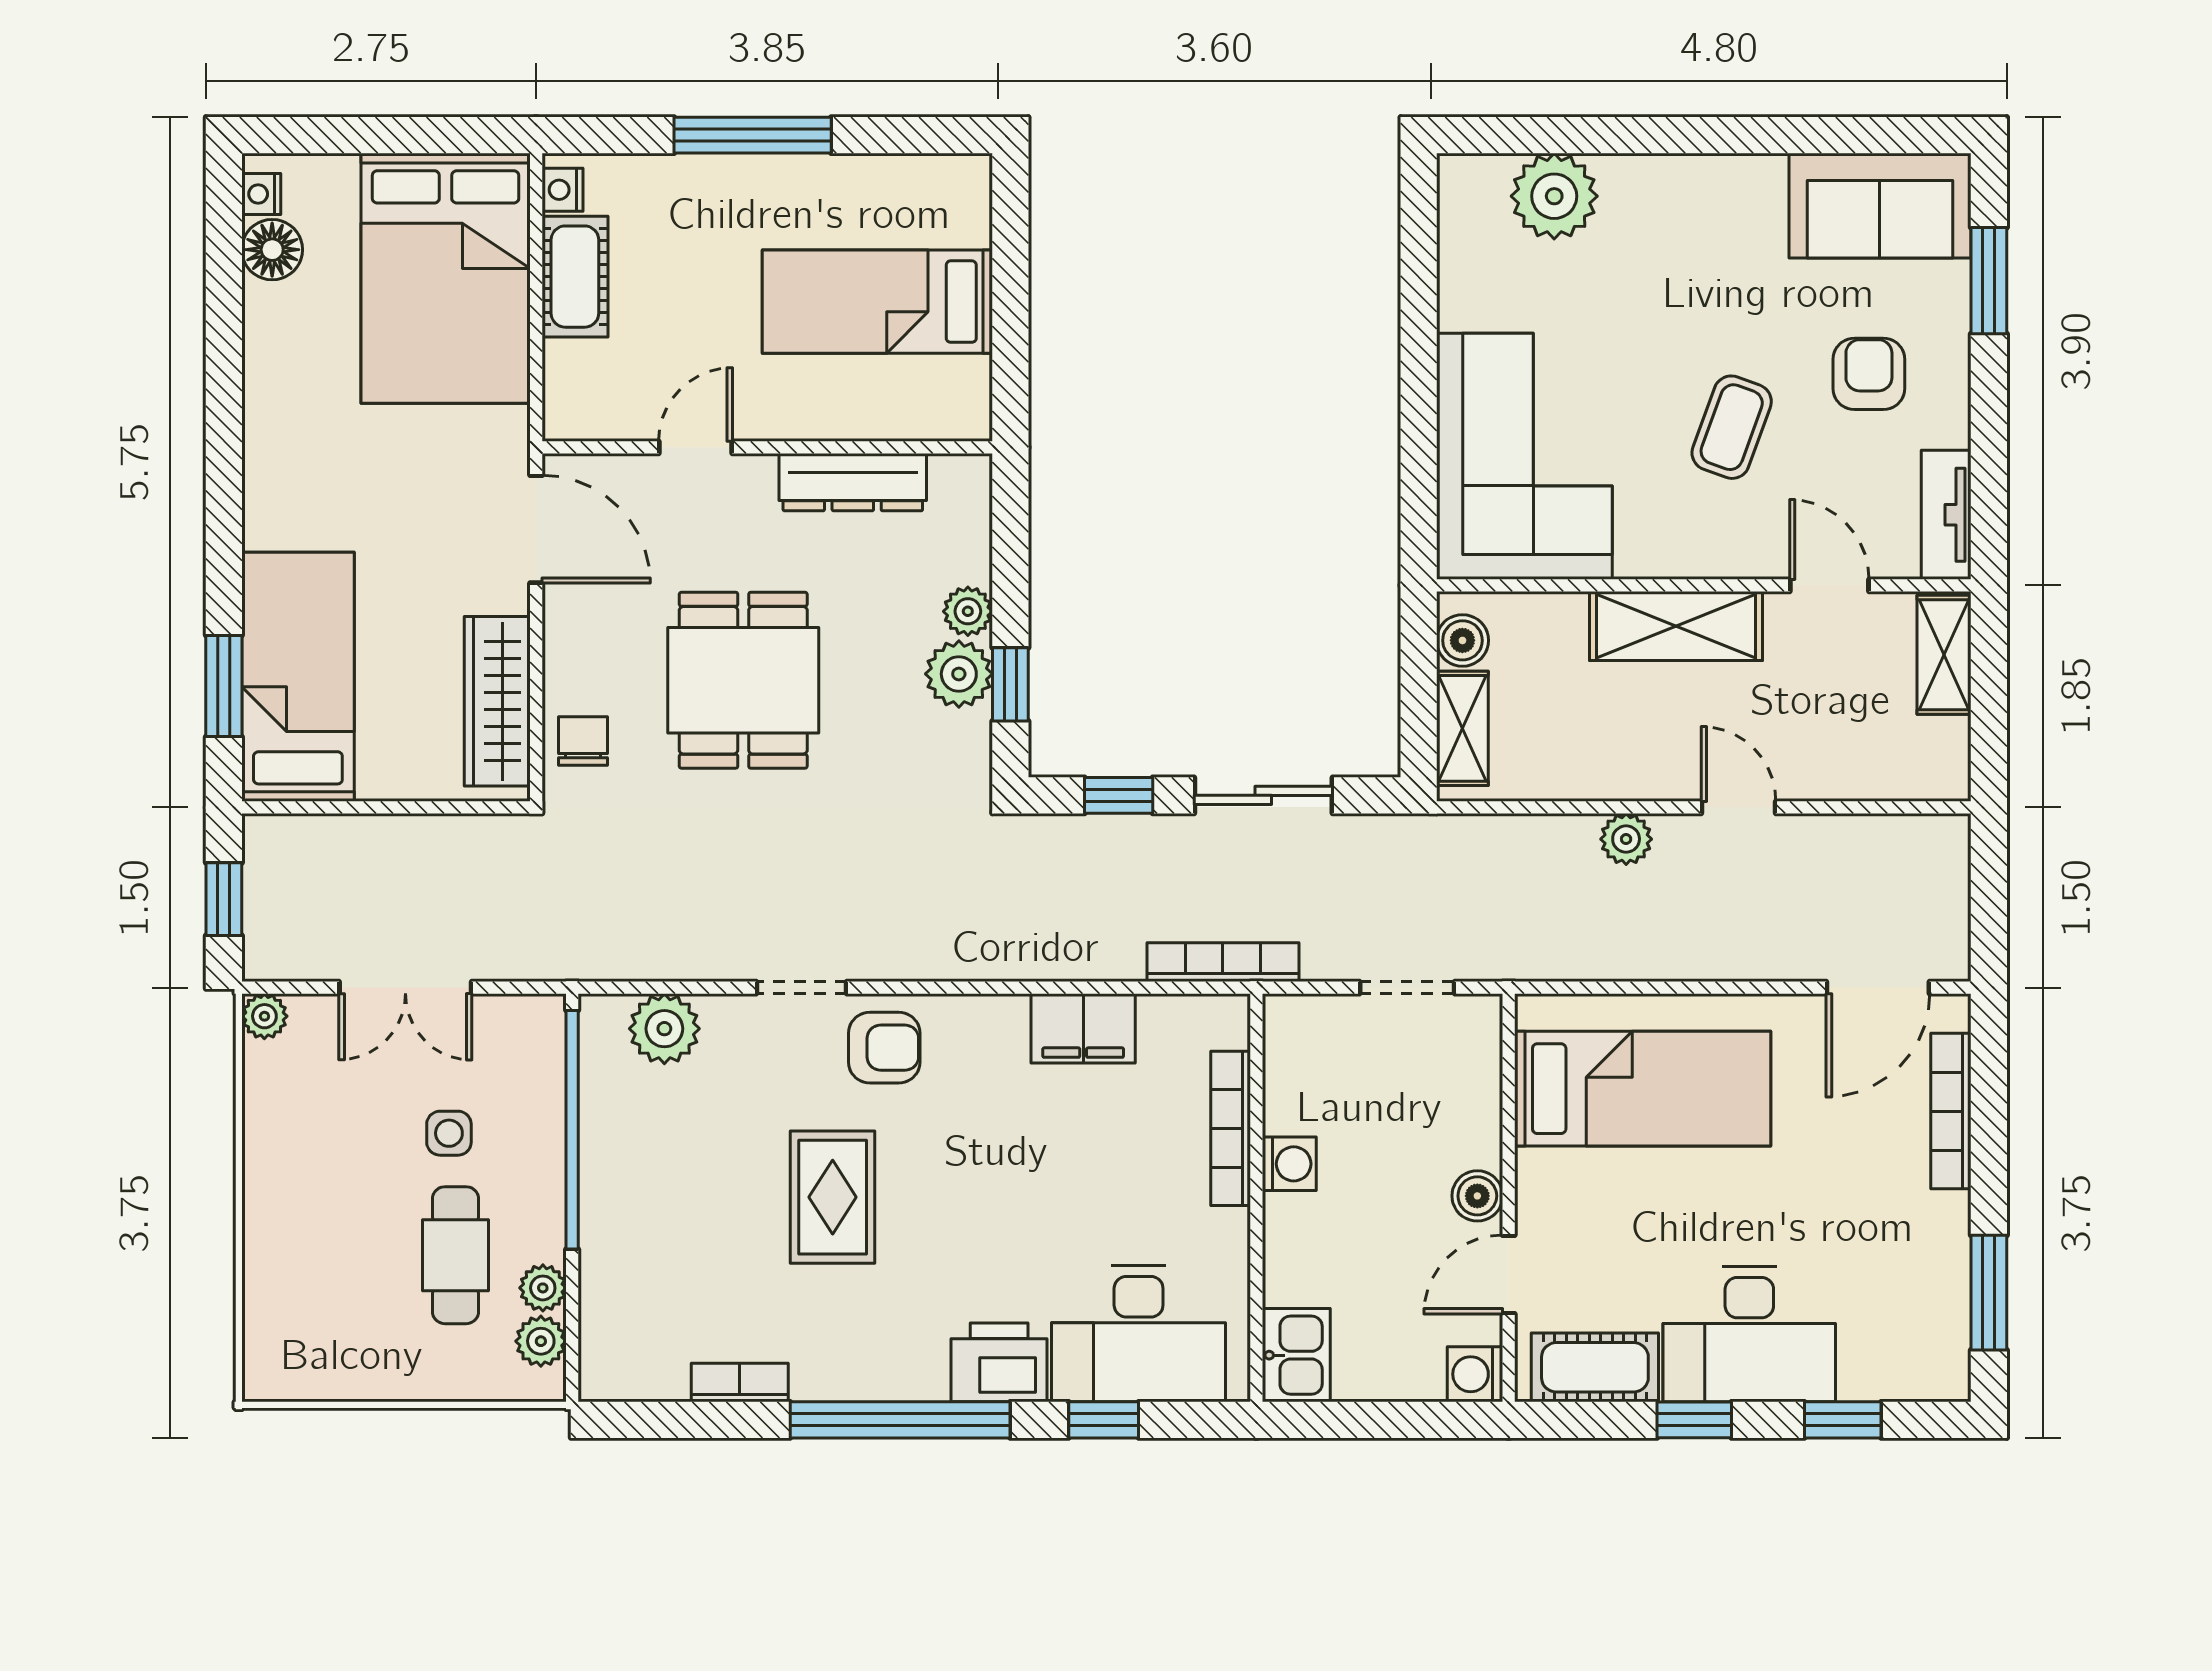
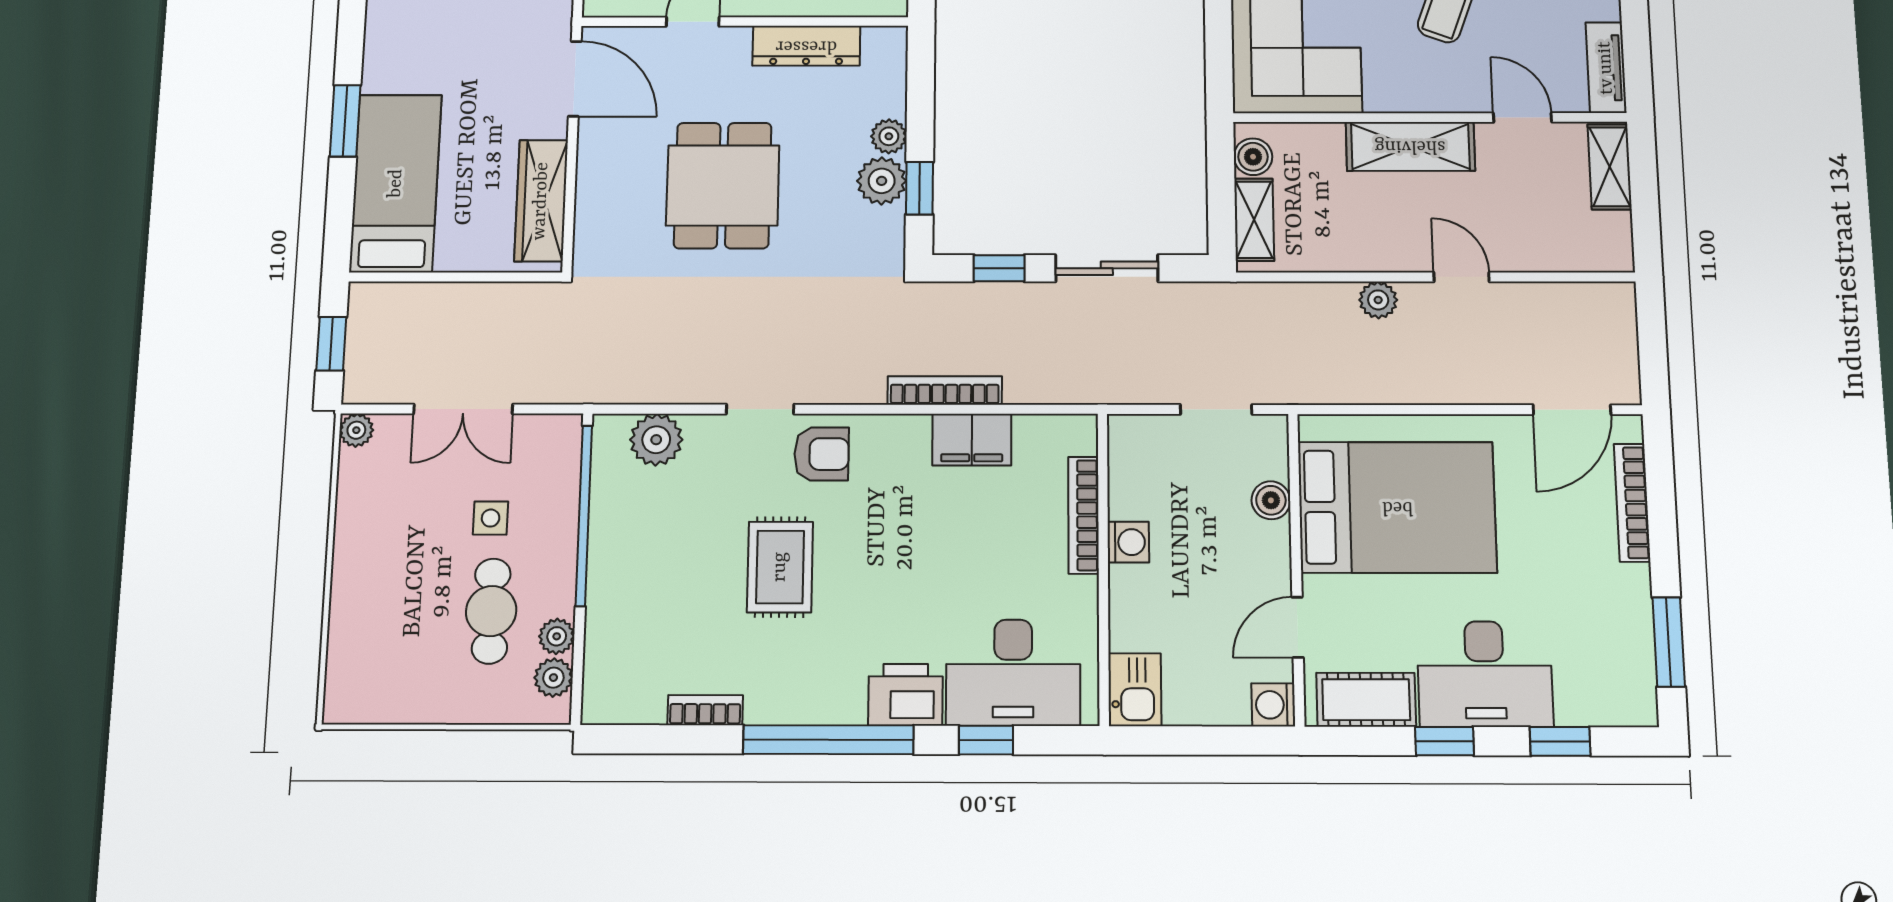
window: (224, 686) -> (345, 121), moved
chair: (583, 741) -> (603, 229), removed
bookcase: (1223, 962) -> (945, 390), moved
bed: (1643, 1089) -> (1397, 507), width x1.50
boiler: (1477, 1196) -> (1271, 500), moved

